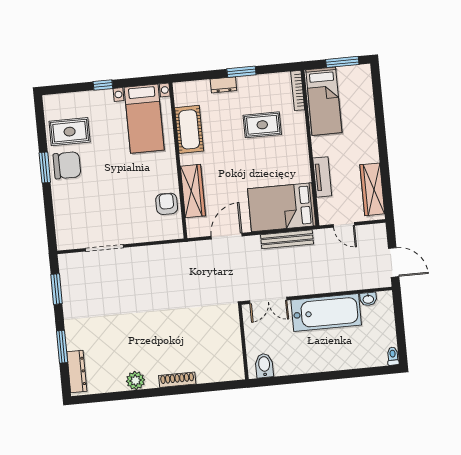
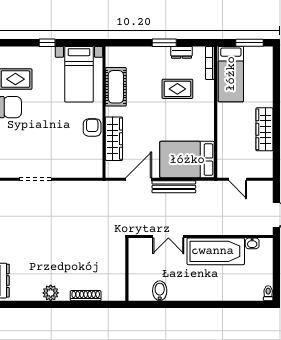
dresser: (223, 85) -> (182, 52), moved
tv unit: (322, 177) -> (223, 137), removed
wardrobe: (372, 189) -> (264, 129), moved
armchair: (167, 204) -> (92, 128), moved
bench: (287, 239) -> (174, 187), moved
wall: (243, 342) -> (127, 269), moved

